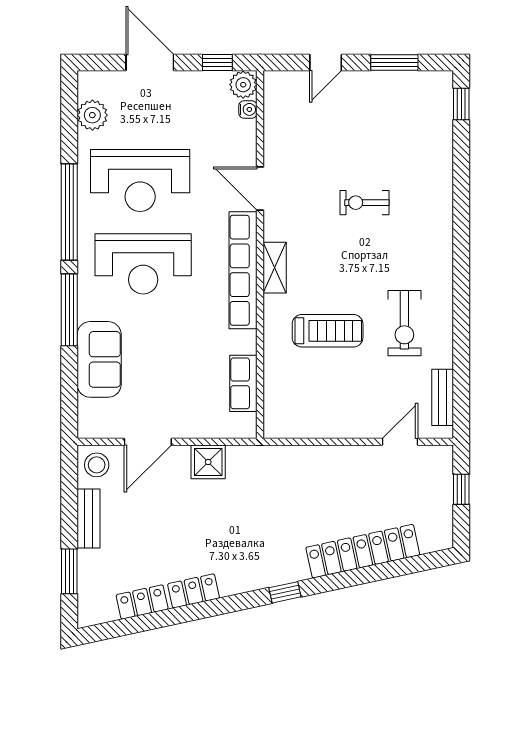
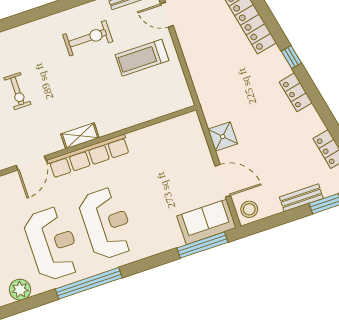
window: (69, 310) -> (202, 245), moved
treadmill: (328, 331) -> (142, 58), moved, turned -90
sofa: (99, 359) -> (206, 222), moved
row of seats: (243, 383) -> (163, 131), removed
bench: (88, 518) -> (301, 198), moved
locker: (194, 591) -> (296, 92), moved

